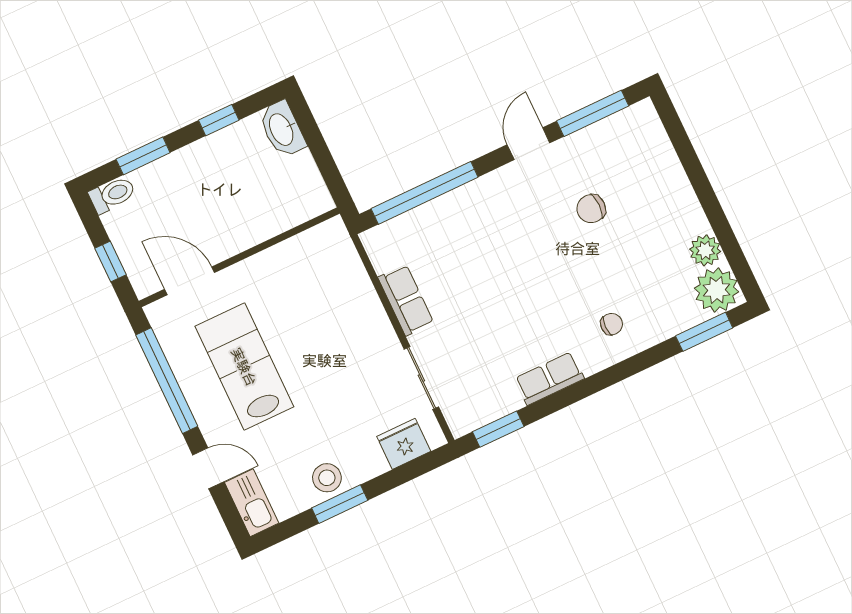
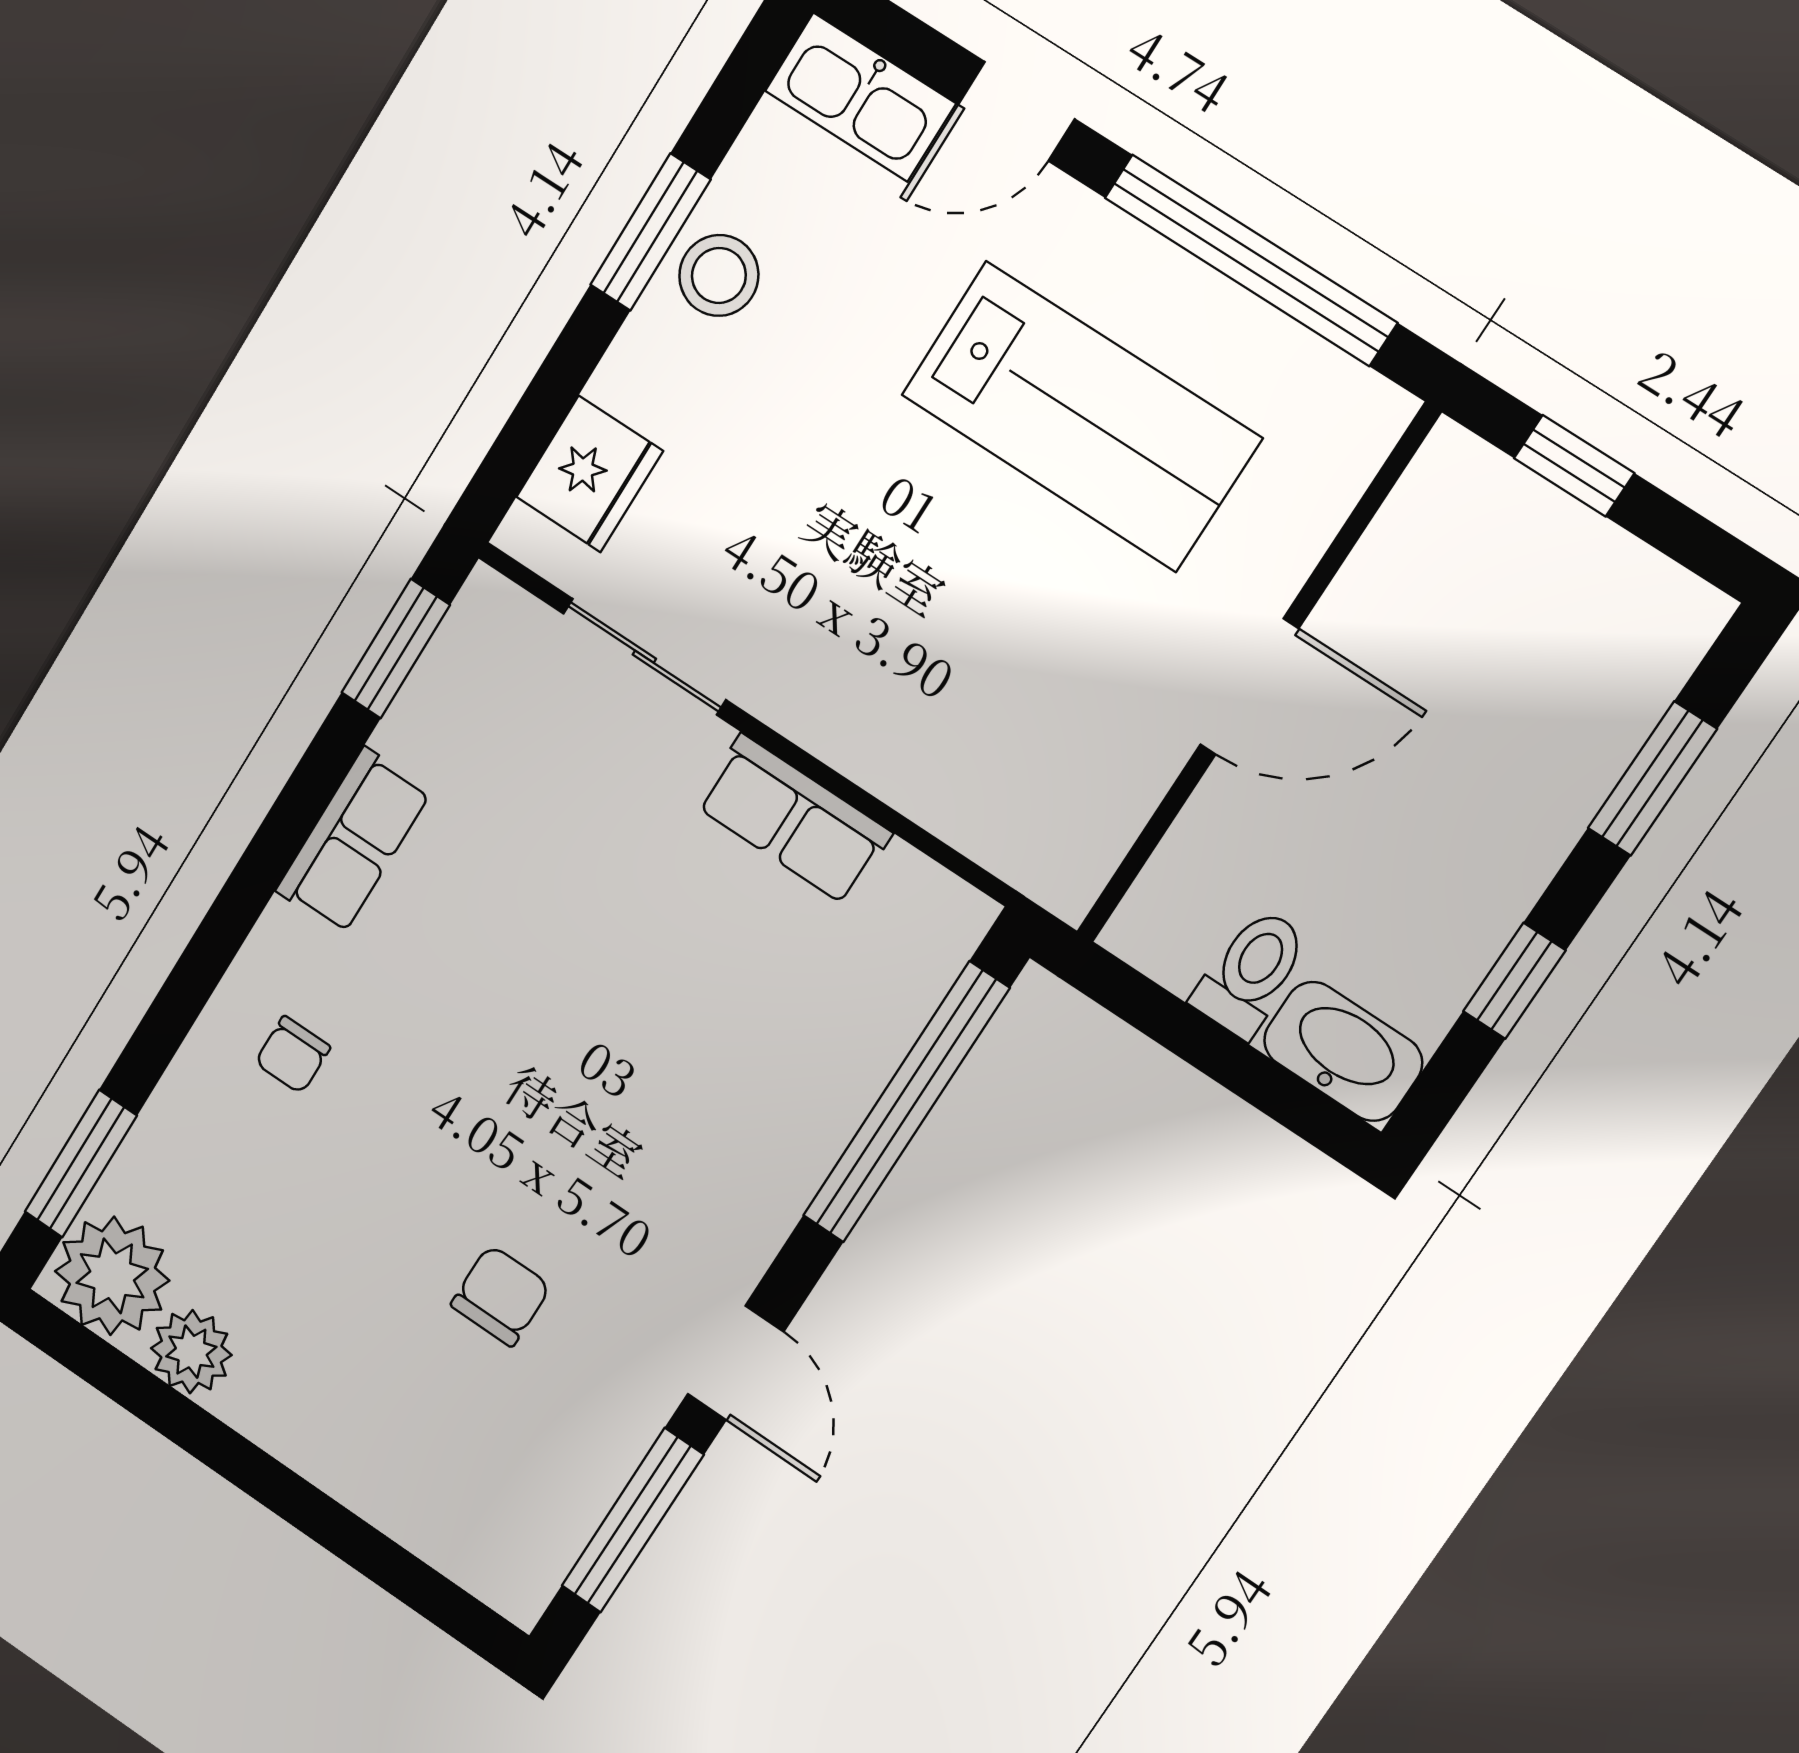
toilet: (112, 195) -> (1251, 973), moved, turned 180
door: (189, 281) -> (1249, 687), moved

